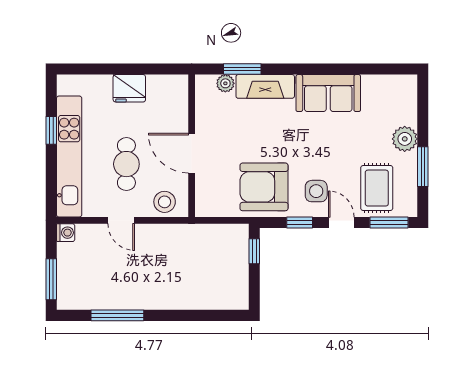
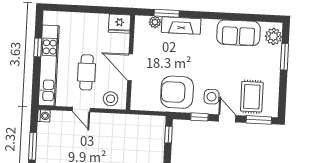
fridge: (129, 88) -> (120, 24), moved
sofa: (328, 93) -> (238, 33), moved
plant: (405, 139) -> (273, 36), moved
window: (423, 167) -> (284, 57), moved

